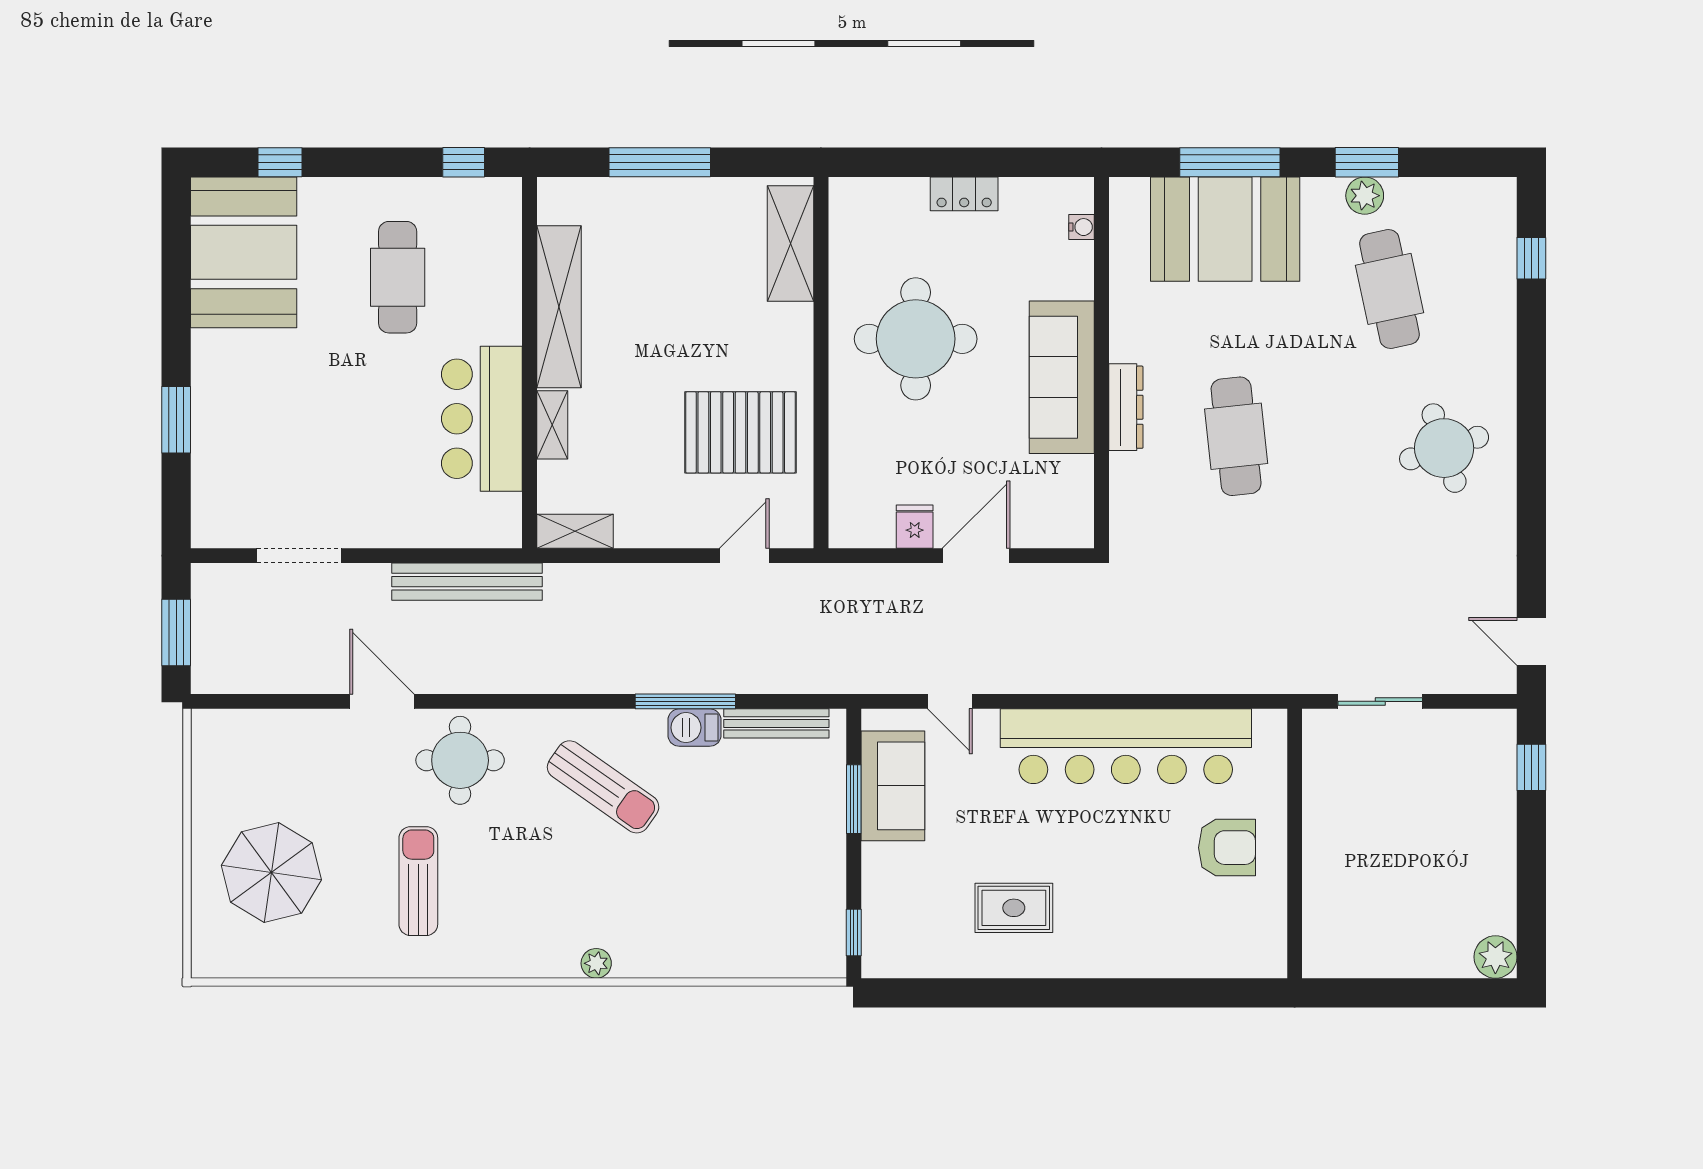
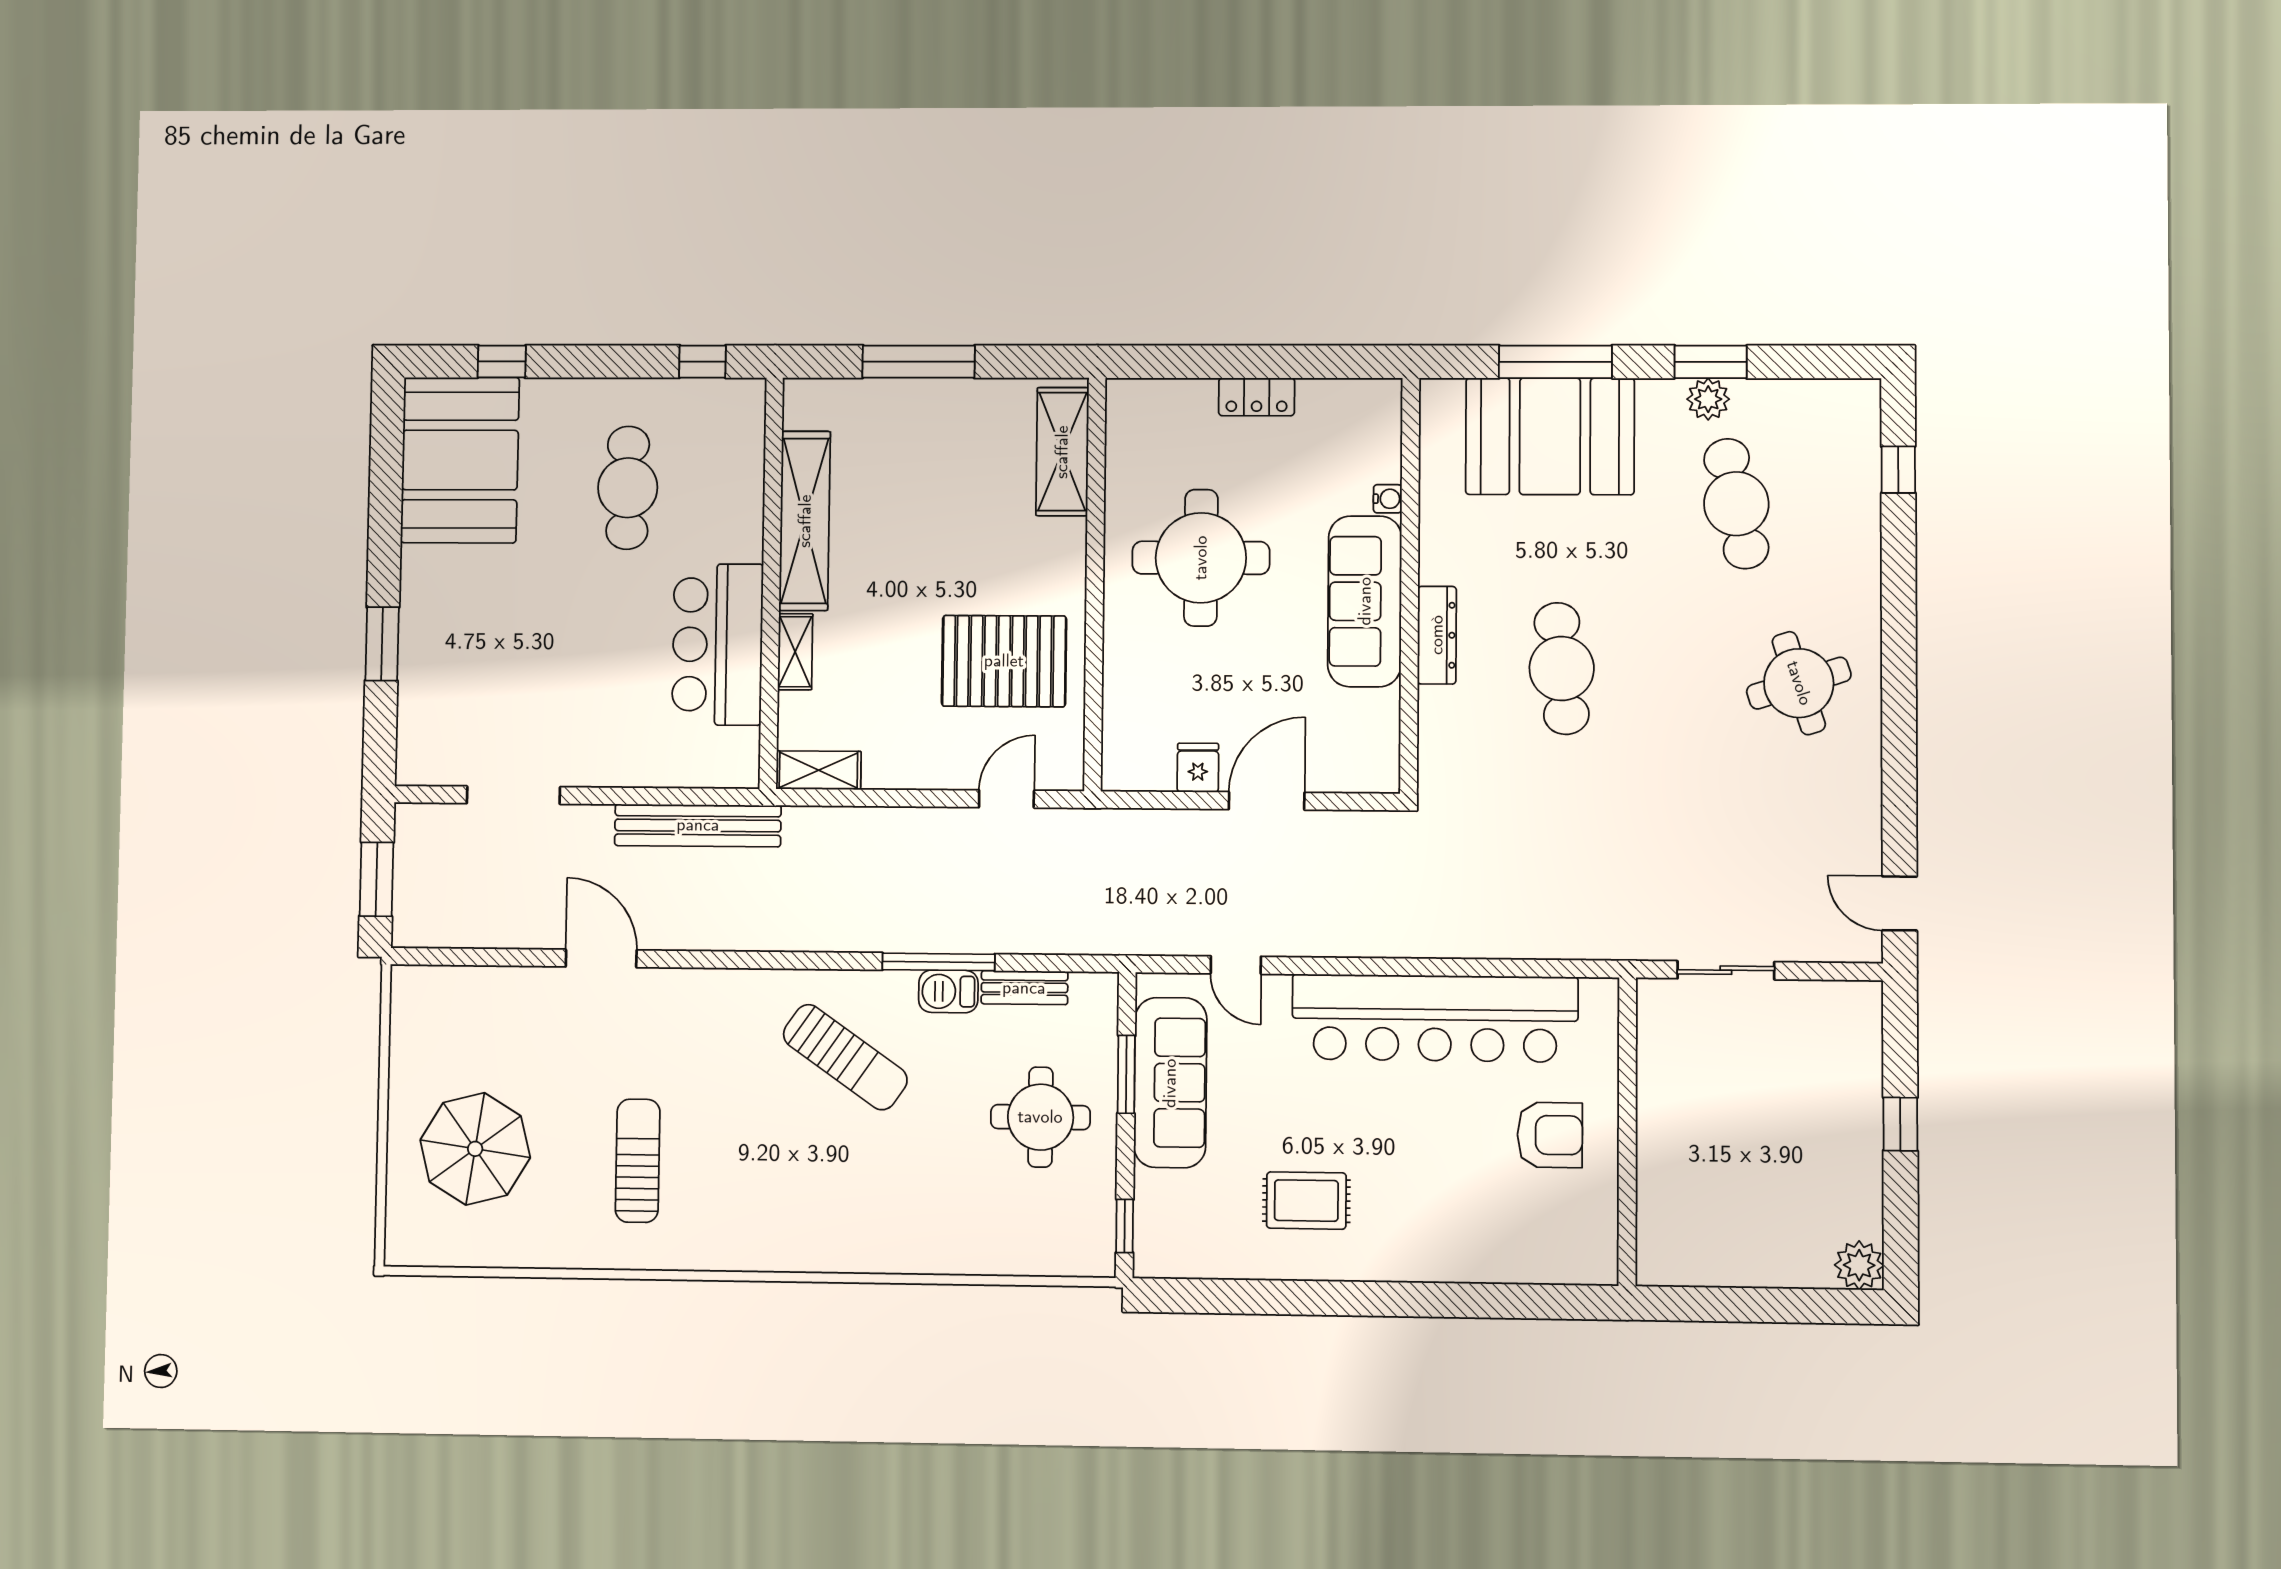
water cooler: (1082, 227) -> (1388, 499), moved
bench: (776, 723) -> (1024, 988), width x0.73
round table: (460, 760) -> (1040, 1117), moved
window: (1531, 767) -> (1900, 1124), moved
sofa: (893, 786) -> (1170, 1083), width x1.36
plant: (596, 963) -> (834, 1257), removed

